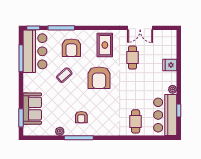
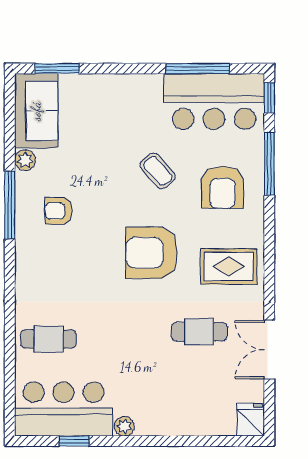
armchair: (71, 48) -> (223, 187), turned -90
fridge: (170, 65) -> (251, 420), moved
sofa: (32, 109) -> (36, 111), moved, turned -90

